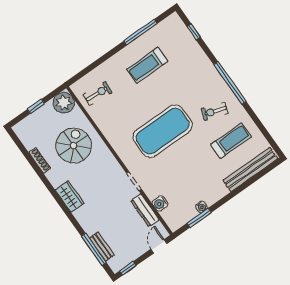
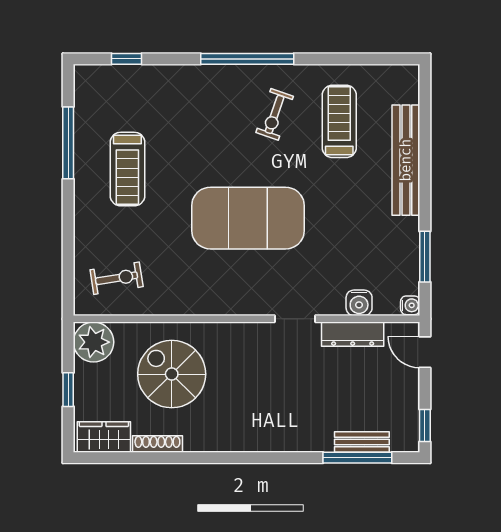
exercise bike: (98, 93) -> (117, 278), turned 76
exercise mat: (163, 131) -> (248, 218), turned 90
bench: (250, 169) -> (406, 160), moved
wardrobe: (70, 197) -> (104, 437), moved
water cooler: (201, 207) -> (410, 305), moved

